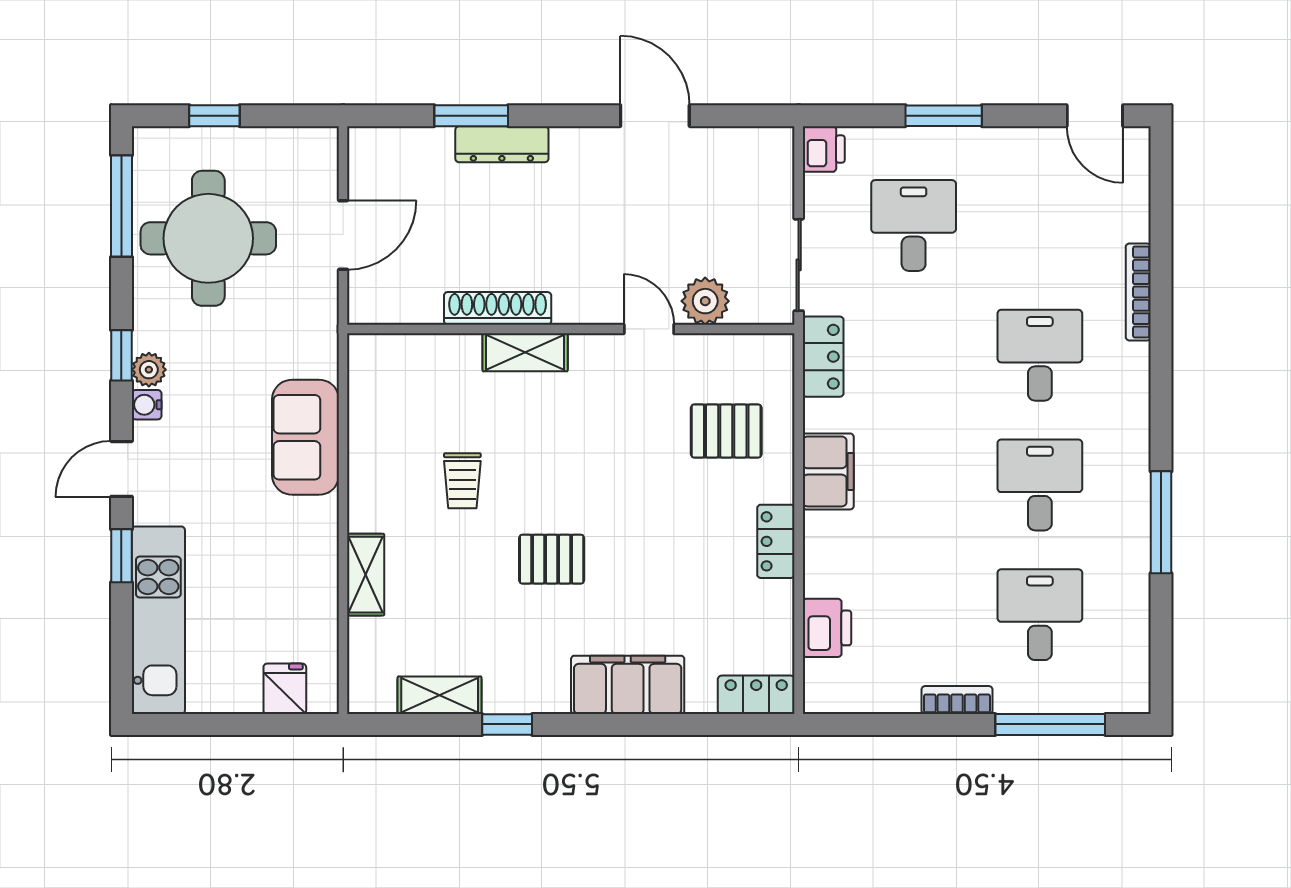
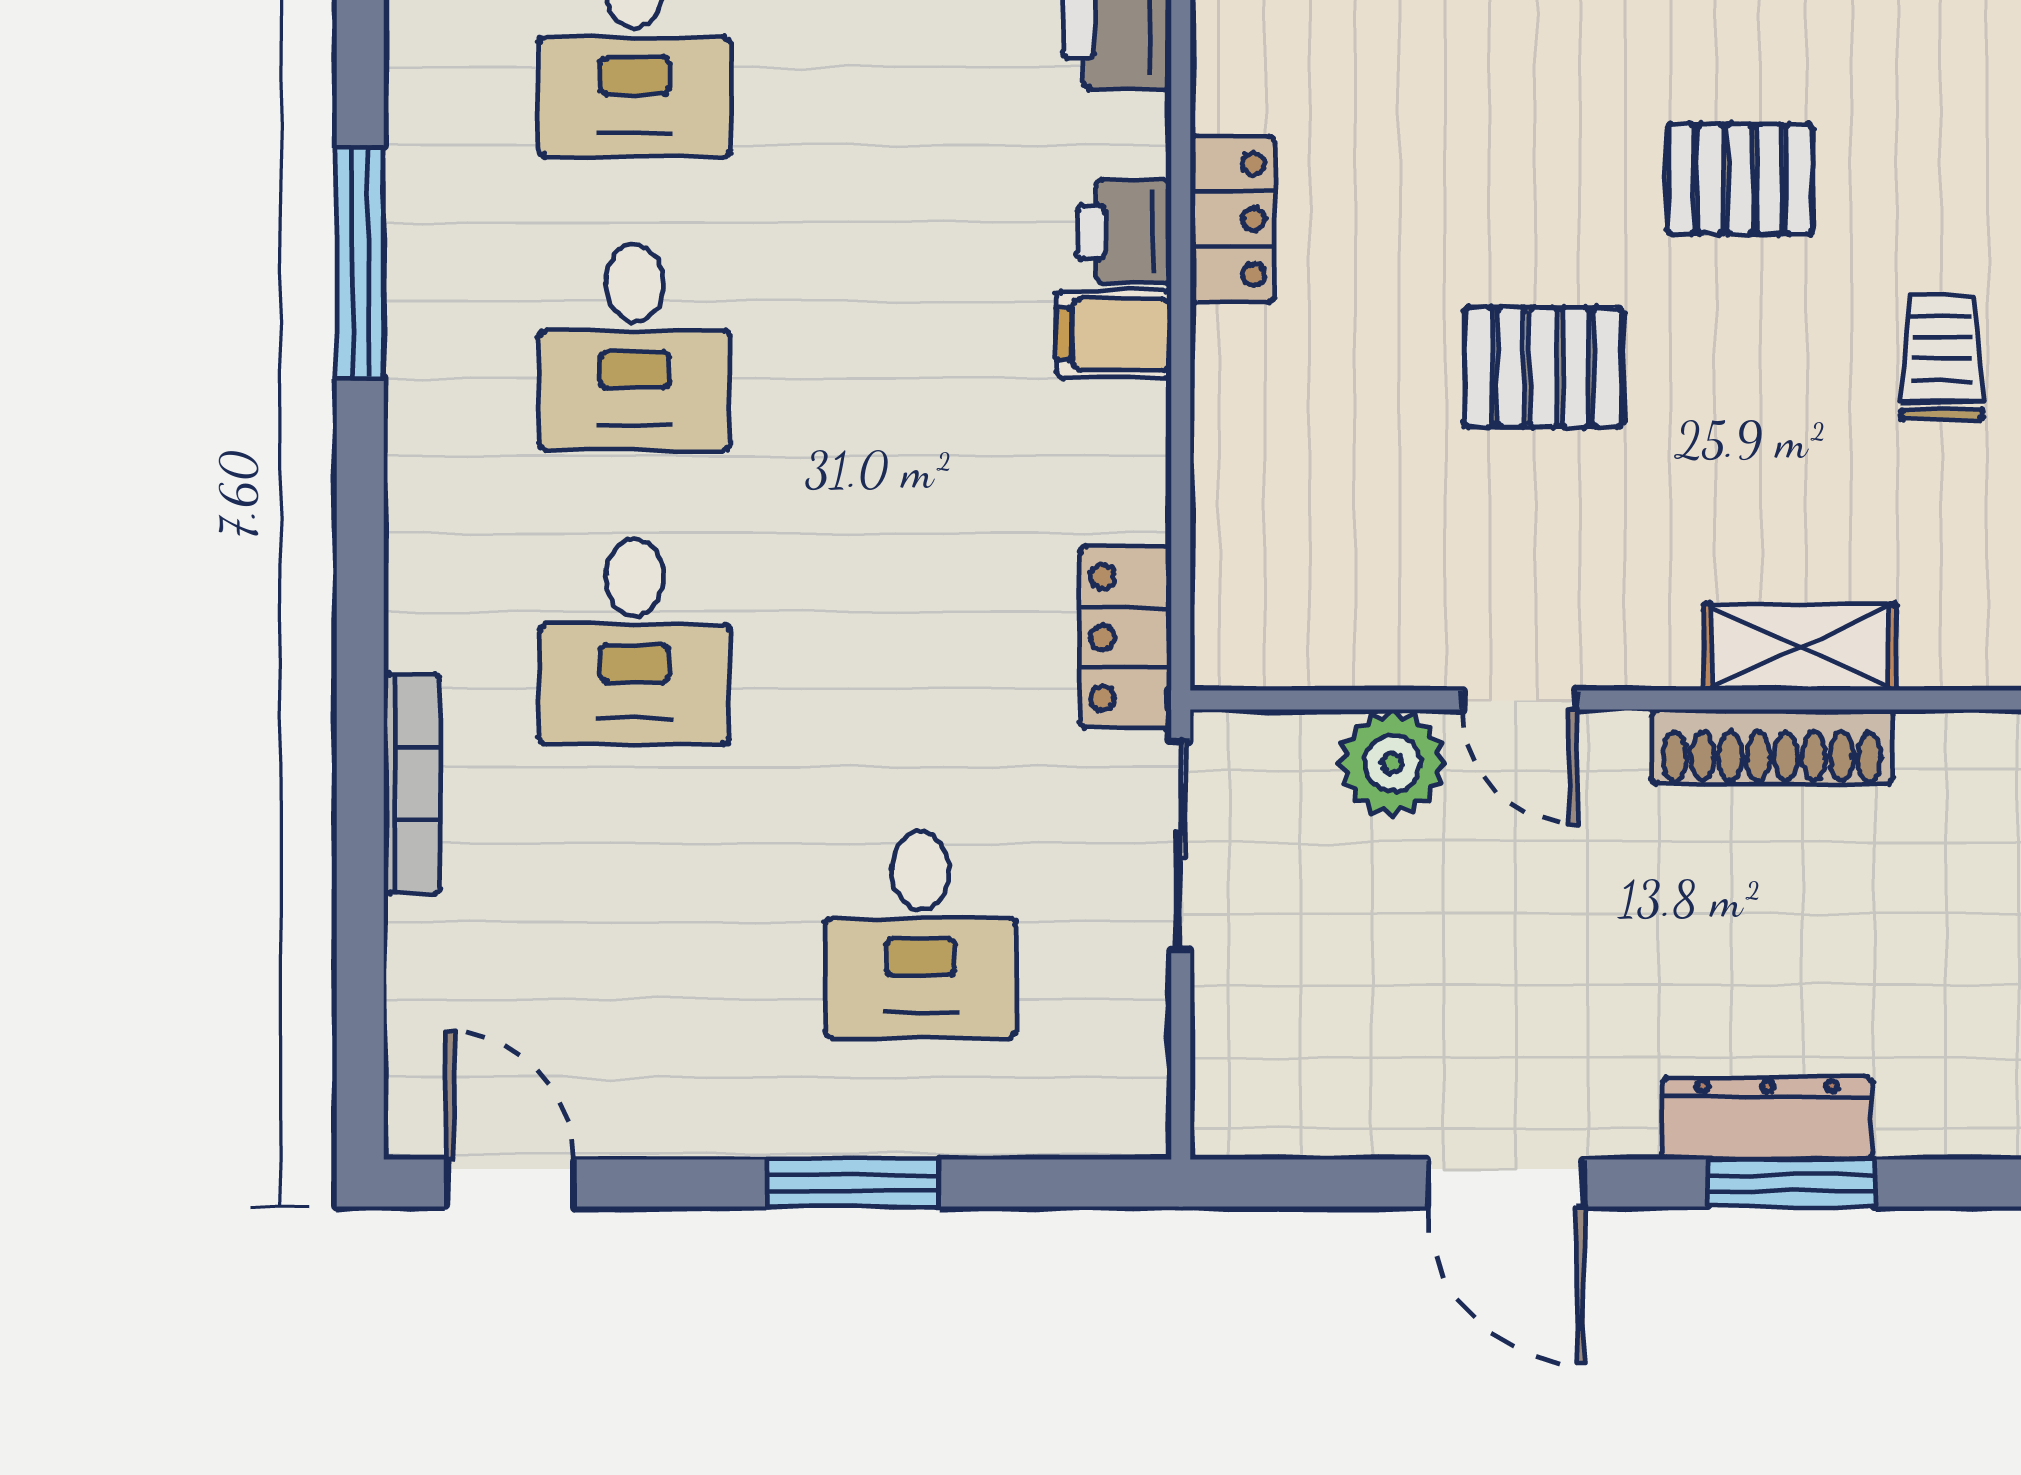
window: (471, 116) -> (1792, 1183), moved
dresser: (502, 144) -> (1767, 1118), moved
printer: (824, 149) -> (1124, 232), moved
shoe rack: (498, 308) -> (1772, 747), moved
pallet: (726, 431) -> (1543, 367), moved
filing cabinet: (828, 471) -> (1114, 334), width x0.50

